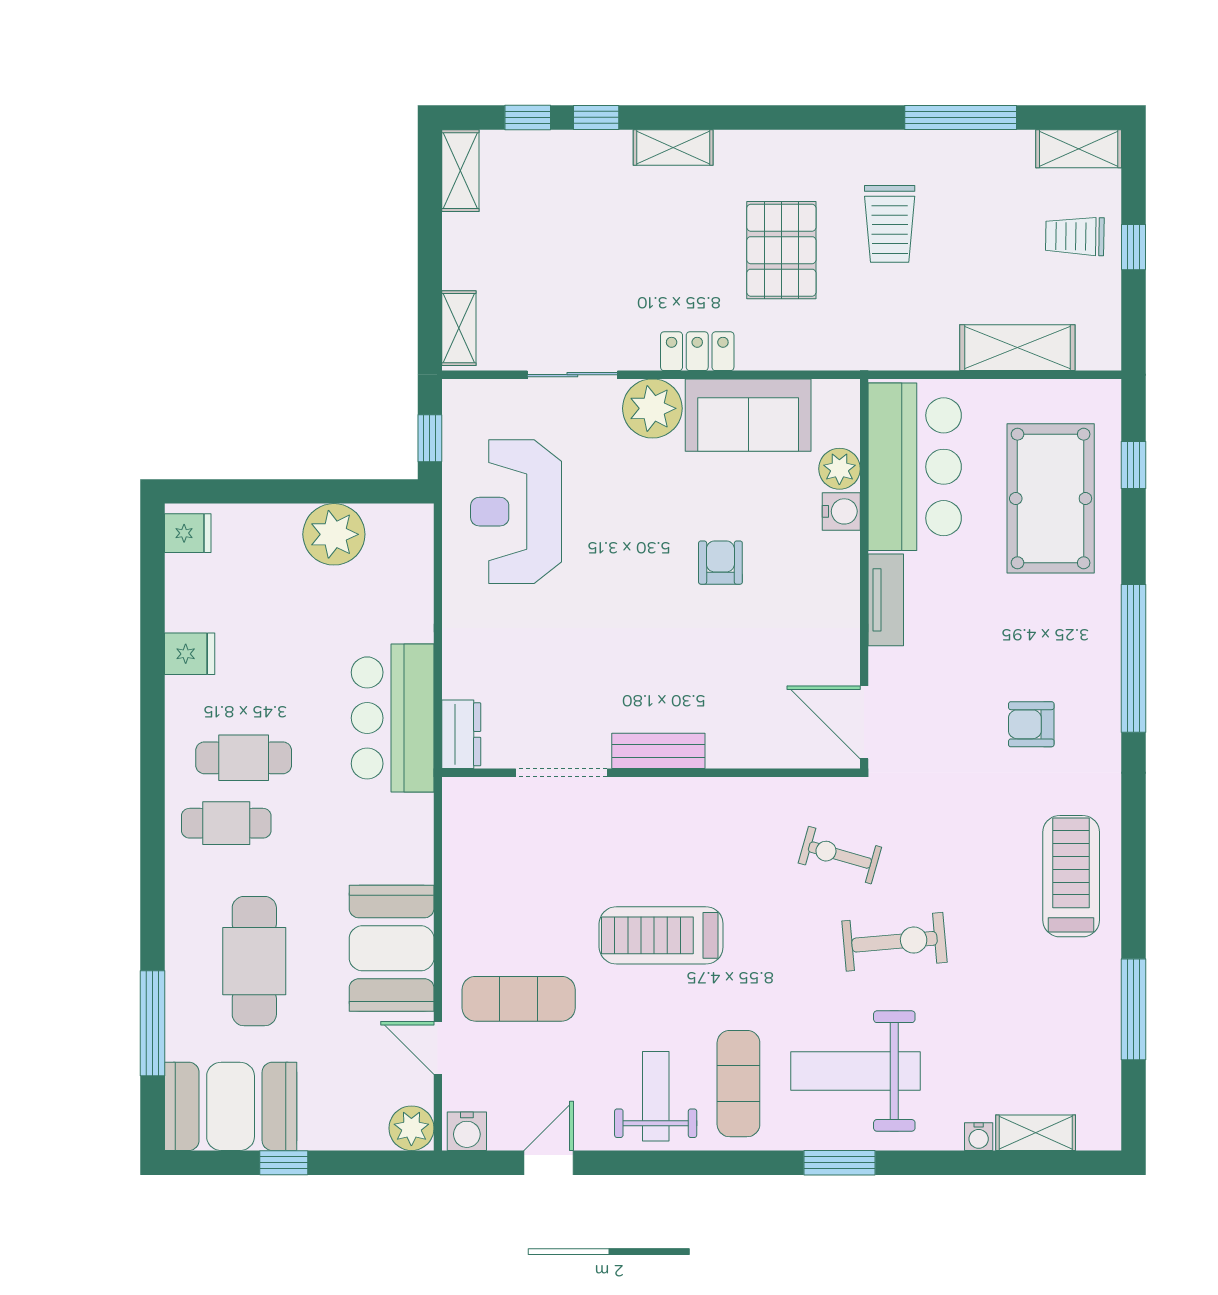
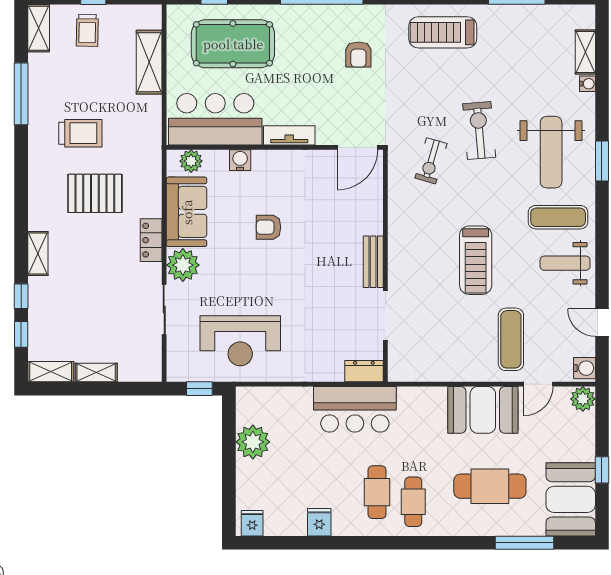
shelving: (459, 328) -> (96, 373), moved
plant: (839, 469) -> (191, 161), moved

